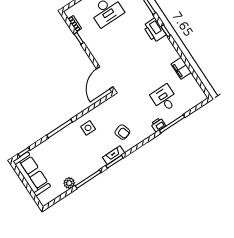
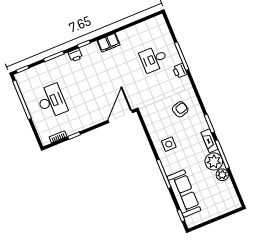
printer: (154, 30) -> (75, 55), width x0.53, depth x0.68
filing cabinet: (181, 68) -> (108, 43), moved
door: (105, 78) -> (120, 117), swing flipped
fireplace: (114, 155) -> (210, 141), moved
plant: (80, 173) -> (214, 161), added
sofa: (32, 174) -> (184, 193), moved, turned 90

